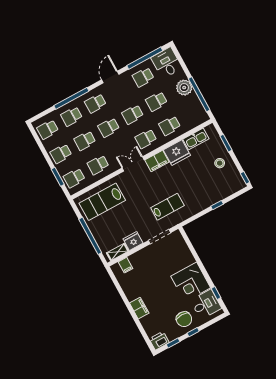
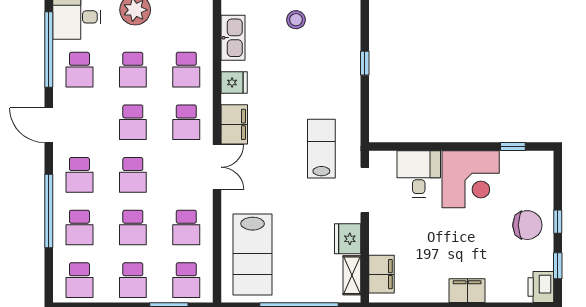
fridge: (177, 153) -> (234, 83), width x0.53, depth x0.75
double door: (133, 164) -> (217, 167), swing flipped
filing cabinet: (125, 265) -> (382, 274), width x2.00
desk: (206, 304) -> (419, 174), moved

